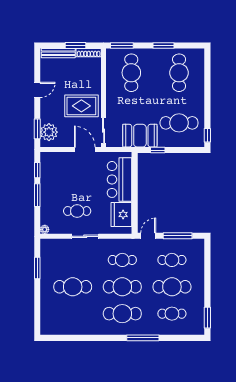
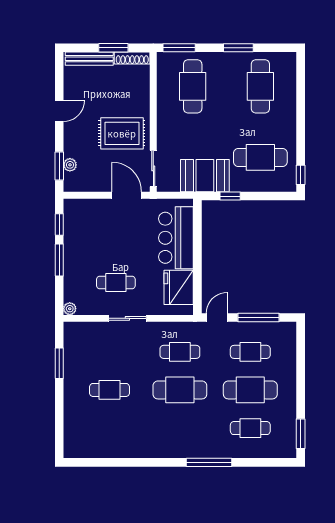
plant: (49, 132) -> (70, 165), width x0.53, depth x0.53
cafe table: (73, 287) -> (110, 390), width x0.73, depth x0.74
cafe table: (122, 314) -> (180, 428), removed

